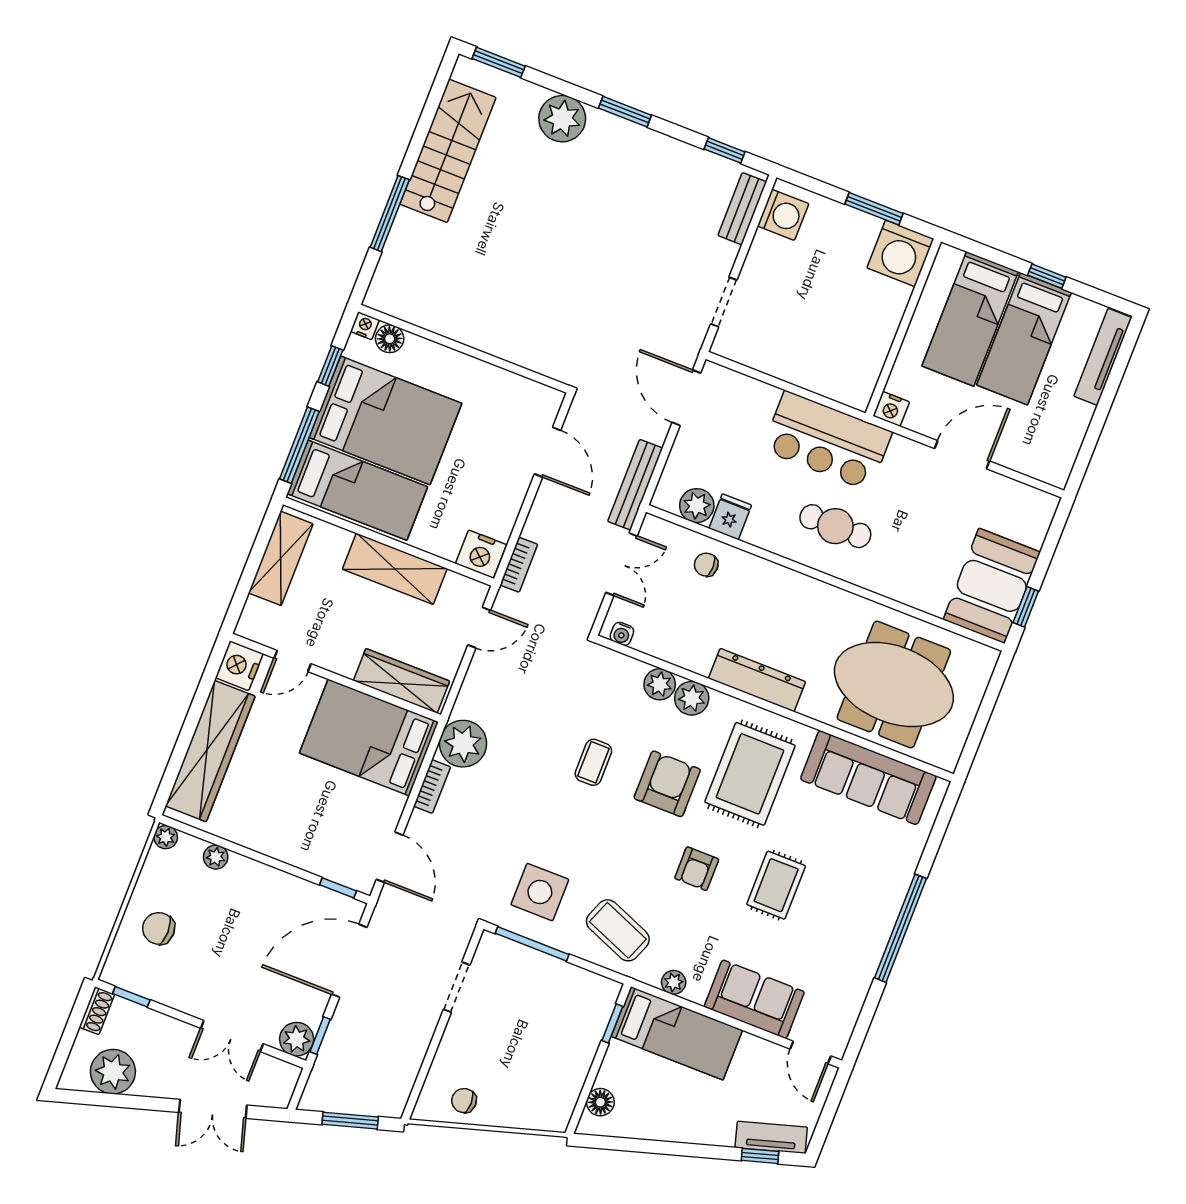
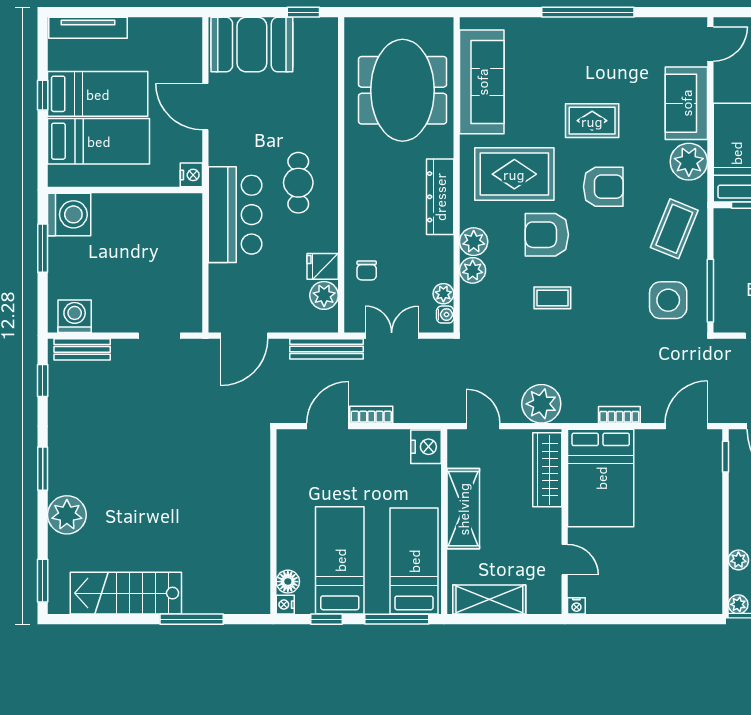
bed: (385, 420) -> (340, 560), width x0.67
bookcase: (519, 565) -> (371, 415), moved
booth: (992, 586) -> (252, 45), moved
plant: (646, 641) -> (443, 294), added
nightstand: (239, 666) -> (576, 606), width x0.53, depth x0.56
plant: (463, 744) -> (541, 404), moved
wardrobe: (210, 751) -> (659, 596), removed
armchair: (697, 869) -> (603, 187), width x1.38, depth x1.38
plant: (674, 982) -> (689, 162), width x1.88, depth x1.88

